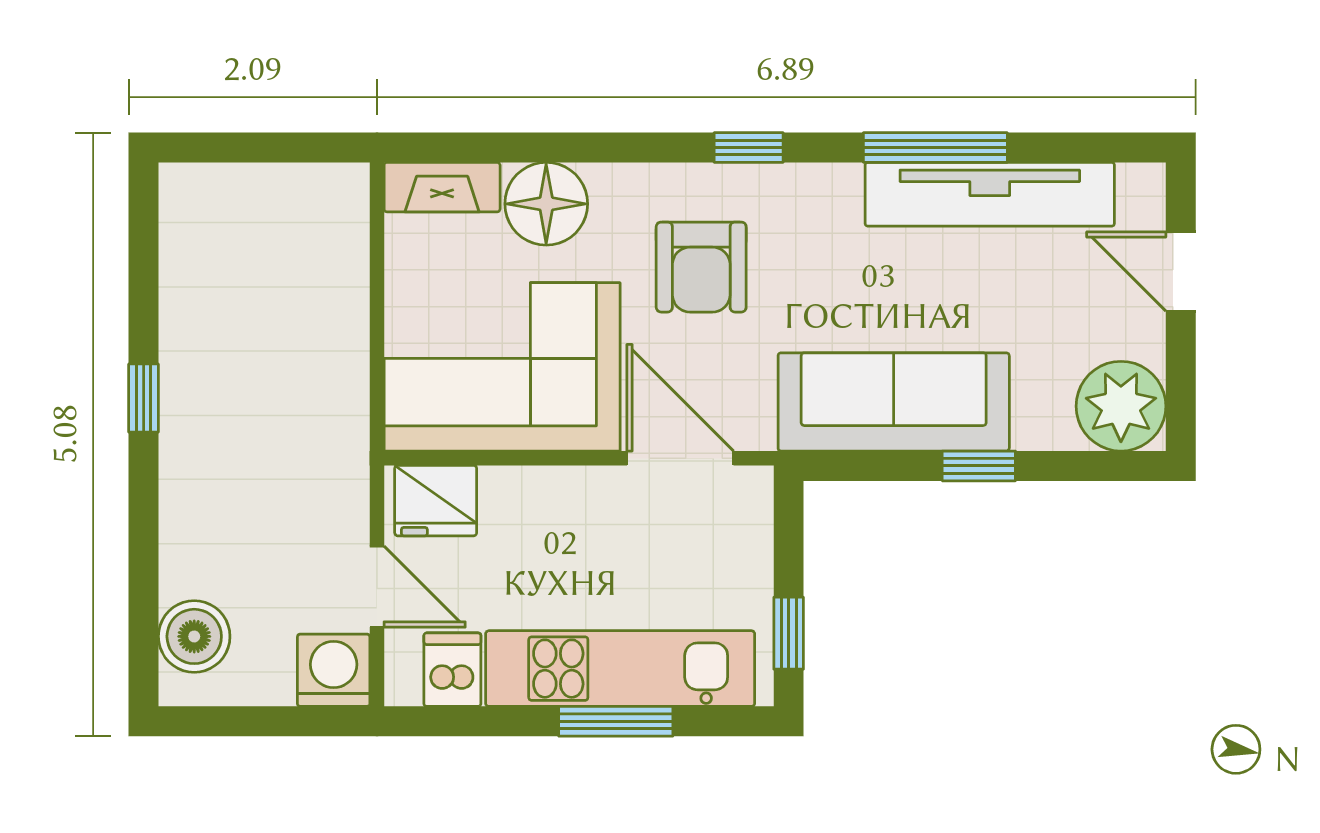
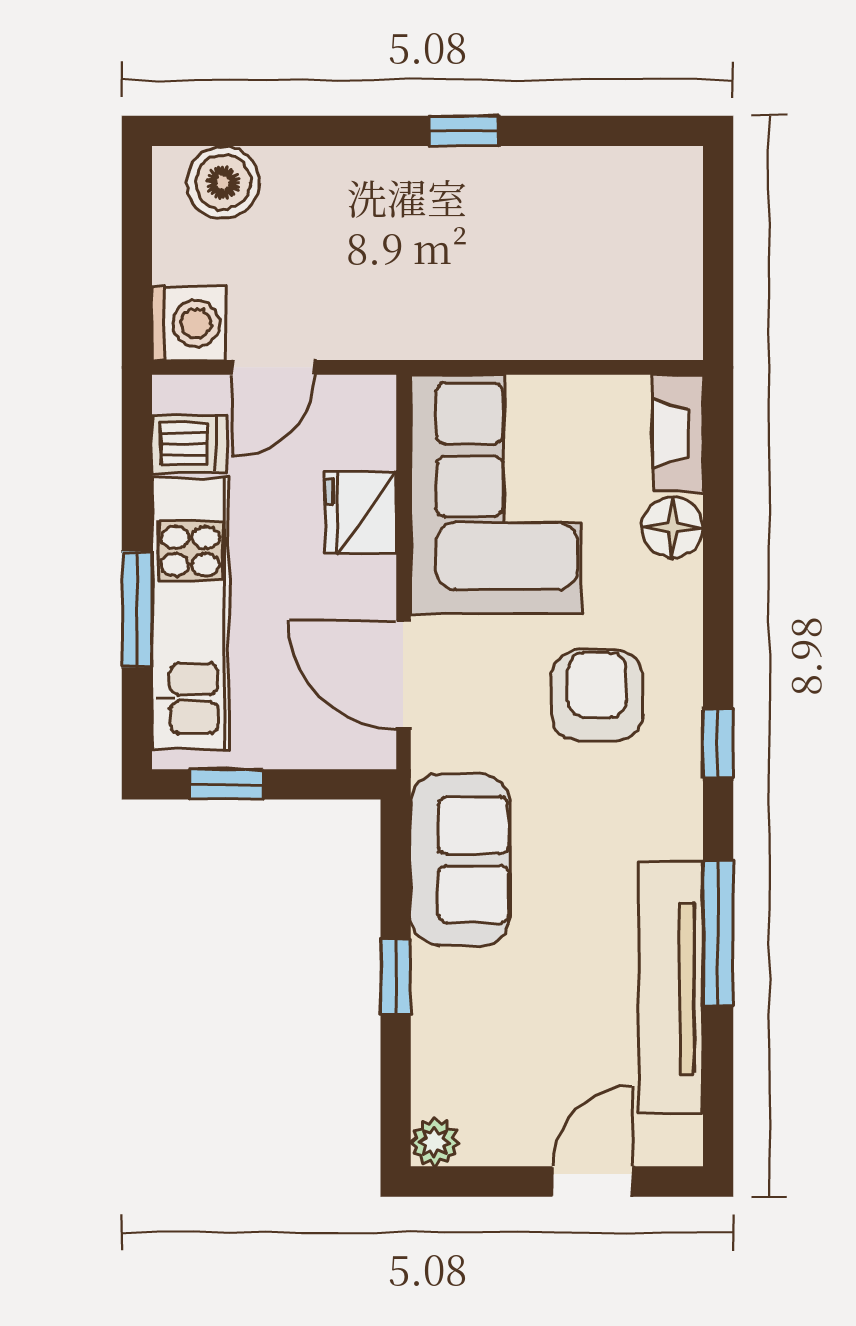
floor lamp: (546, 204) -> (673, 527), width x0.73, depth x0.73
armchair: (701, 267) -> (597, 696), turned 90
sofa: (894, 402) -> (460, 860), width x0.73
plant: (1121, 406) -> (435, 1142), width x0.53, depth x0.53
door: (680, 458) -> (403, 675), swing flipped
fridge: (436, 501) -> (361, 513), moved

